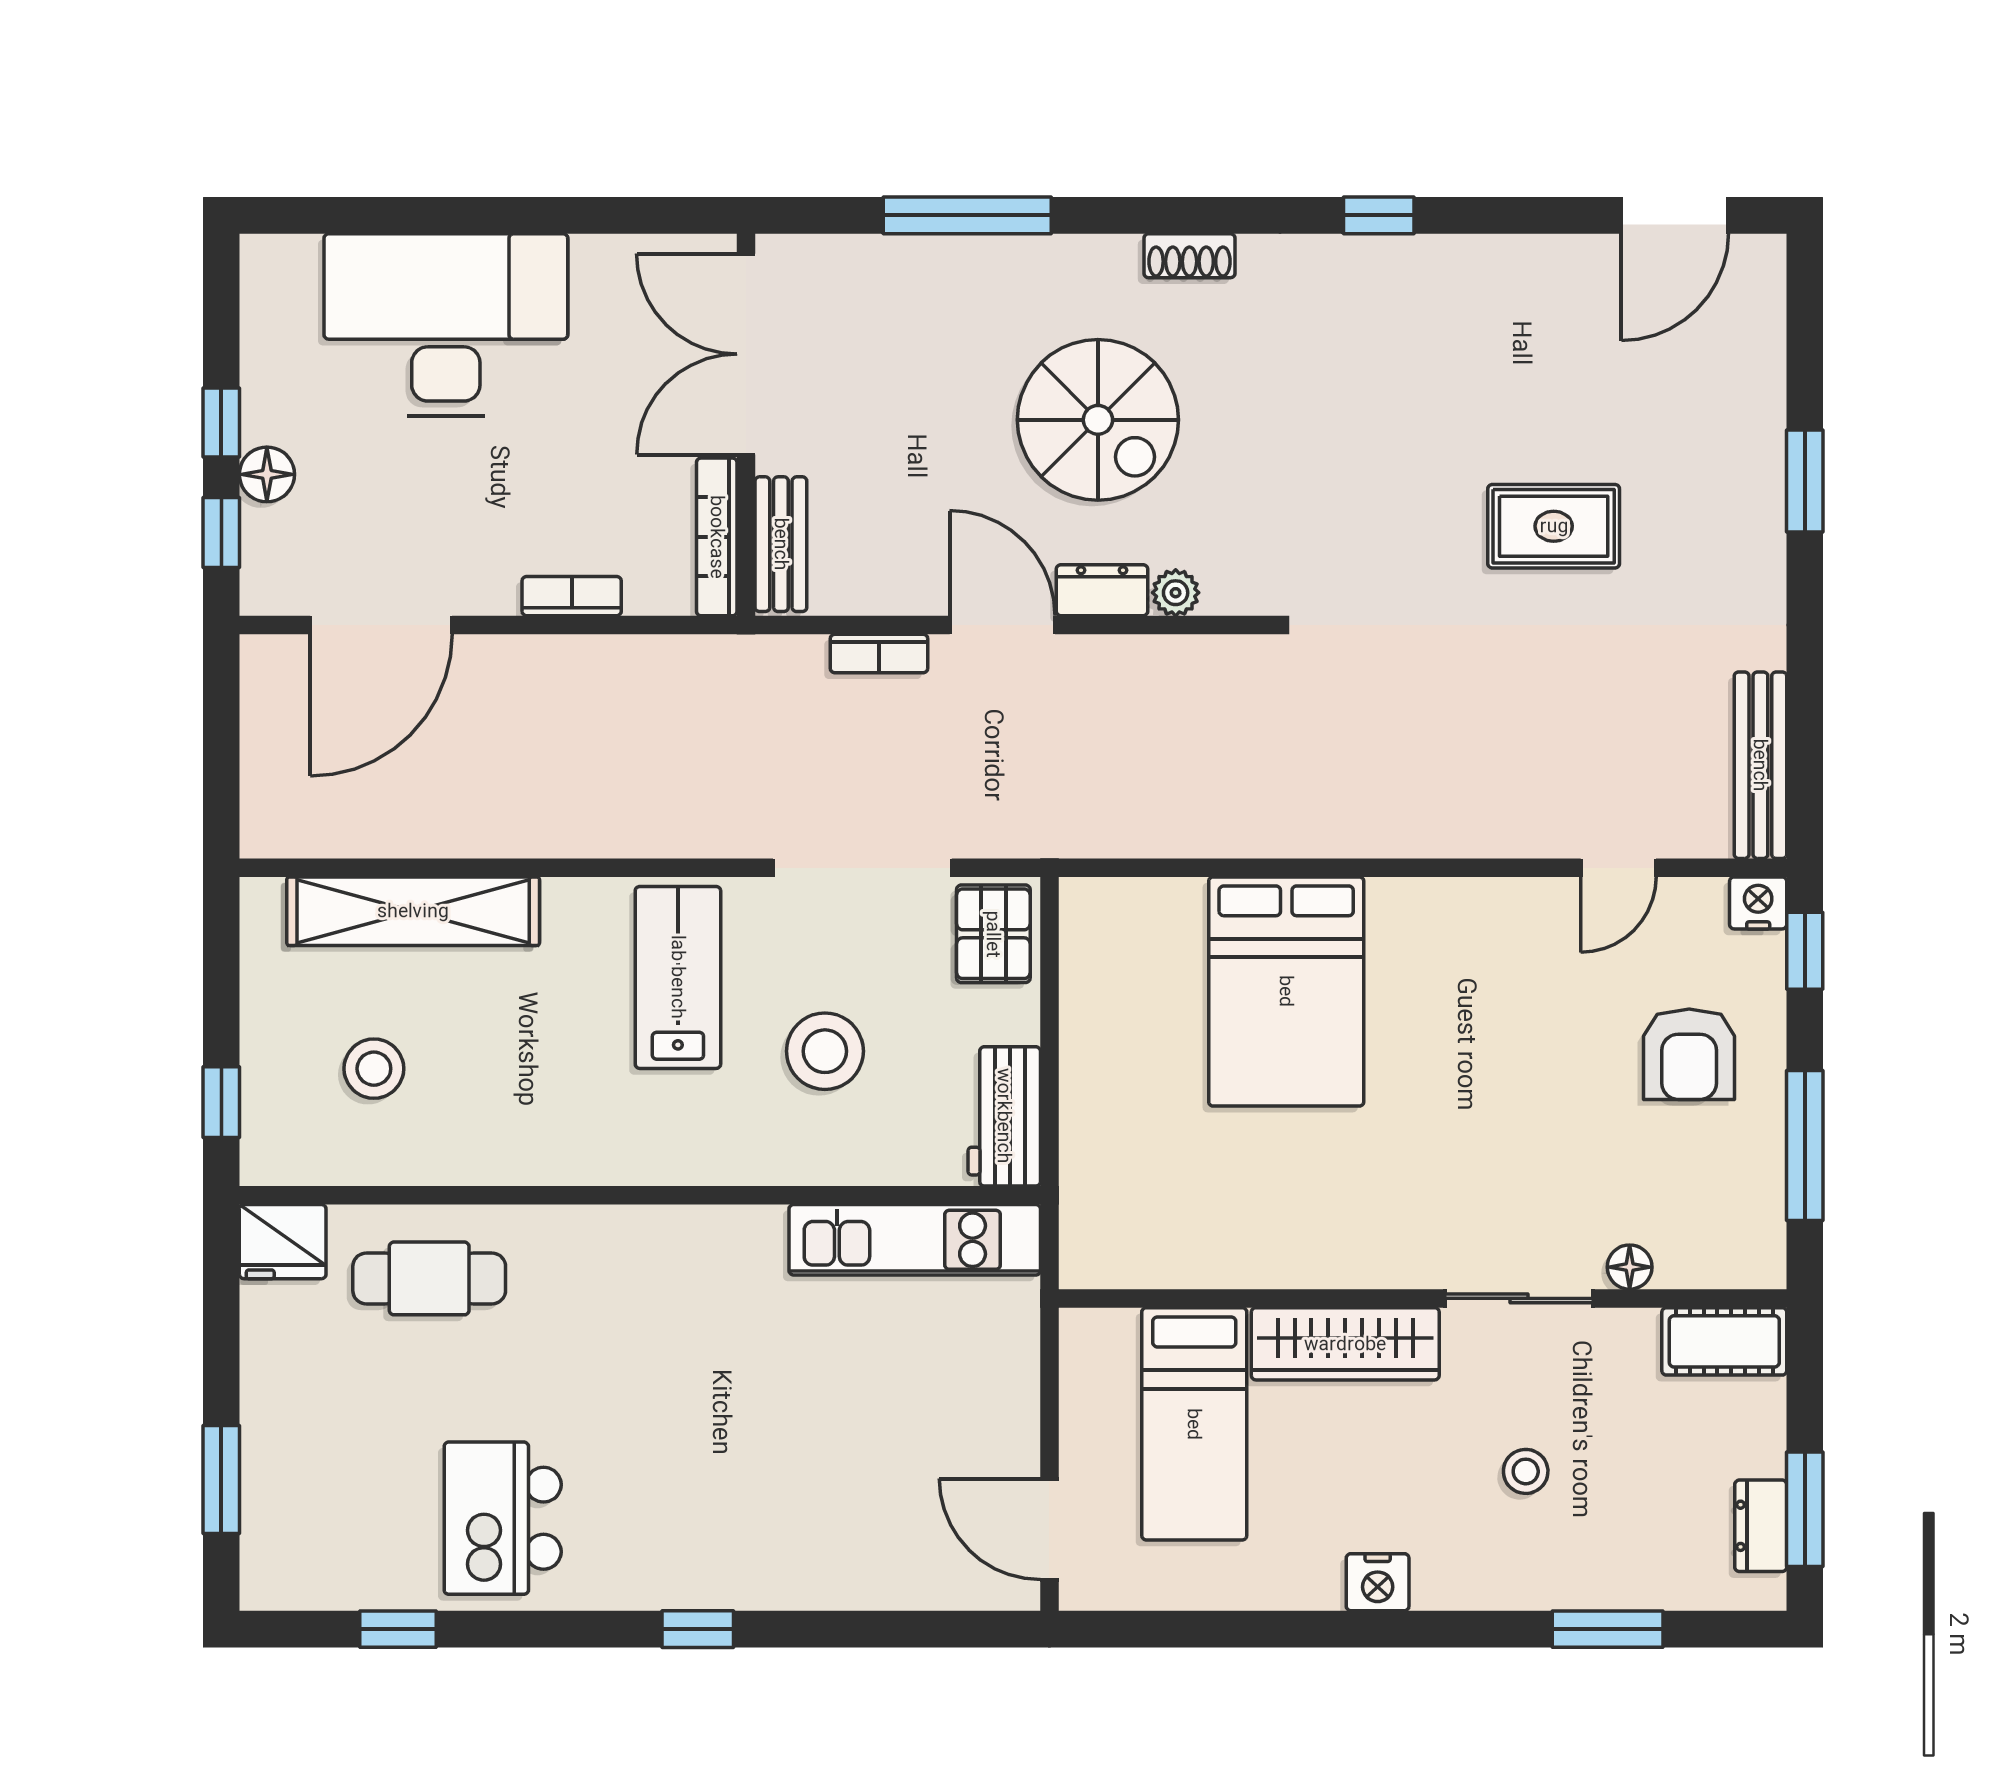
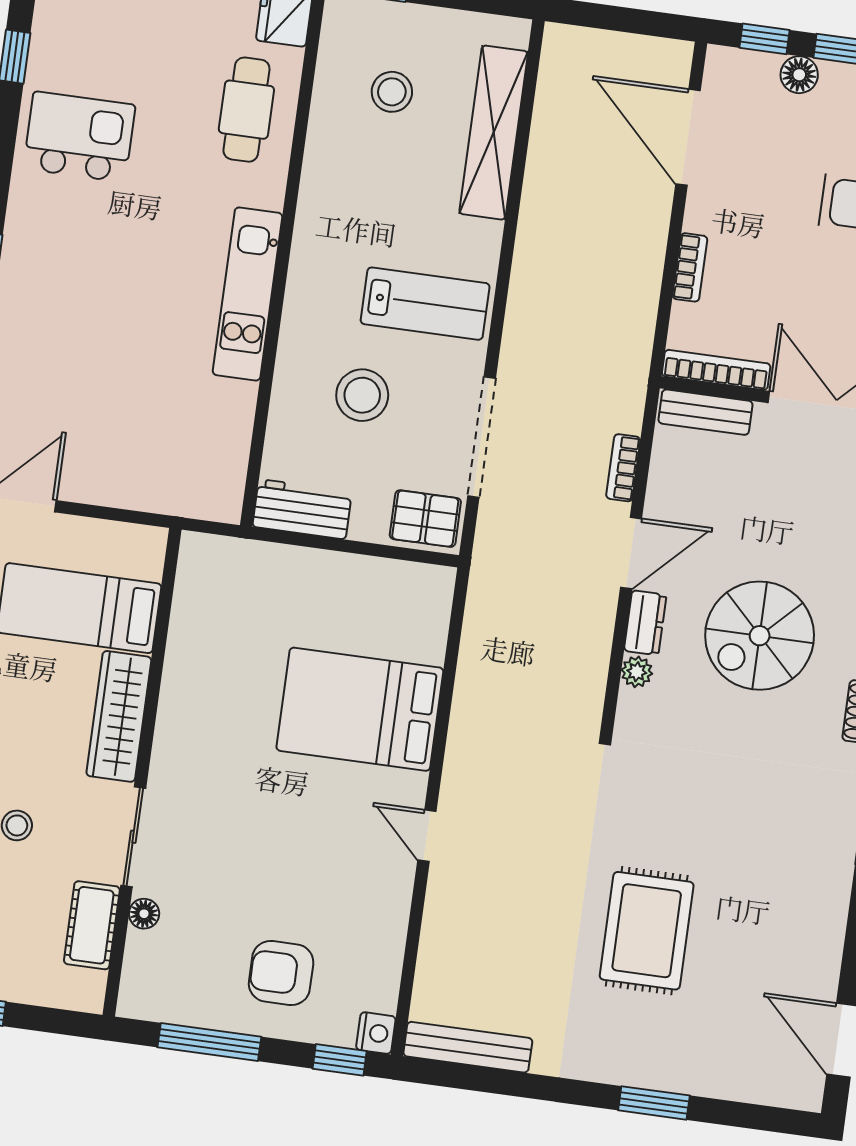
rug: (1554, 526) -> (647, 931), width x1.36, depth x1.43
door: (1618, 868) -> (427, 836), moved
kitchen unit: (915, 1240) -> (248, 294), moved
cot: (1724, 1341) -> (92, 925), moved

